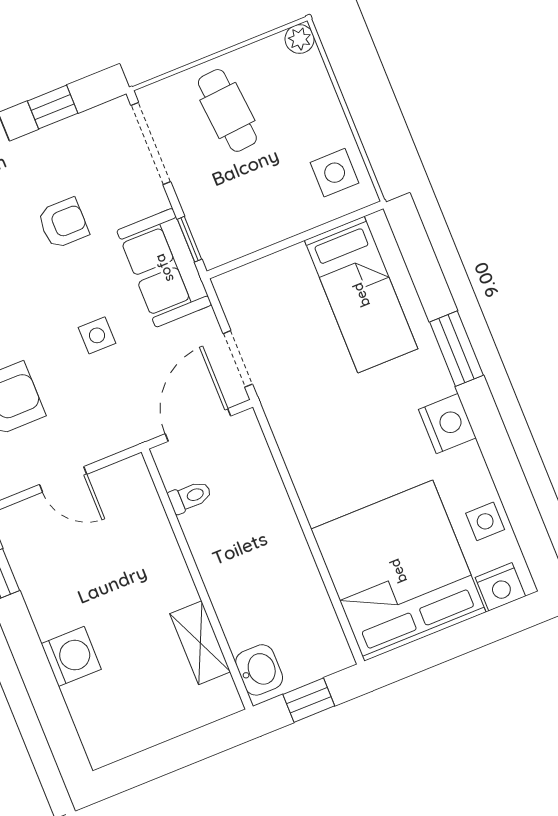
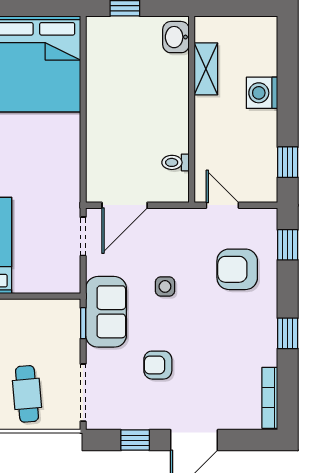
toilet: (190, 497) -> (175, 162), moved
wall: (197, 579) -> (192, 109), moved
shelving: (200, 643) -> (206, 69), moved
washbasin: (259, 670) -> (176, 37), moved

